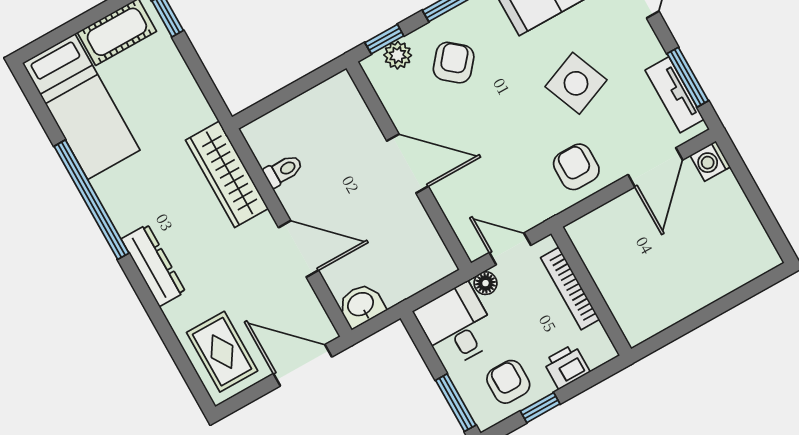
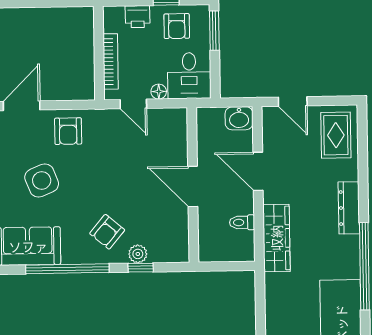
door: (407, 164) -> (193, 186), moved
wall: (409, 166) -> (193, 185), moved
door: (303, 365) -> (293, 101), width x0.73

